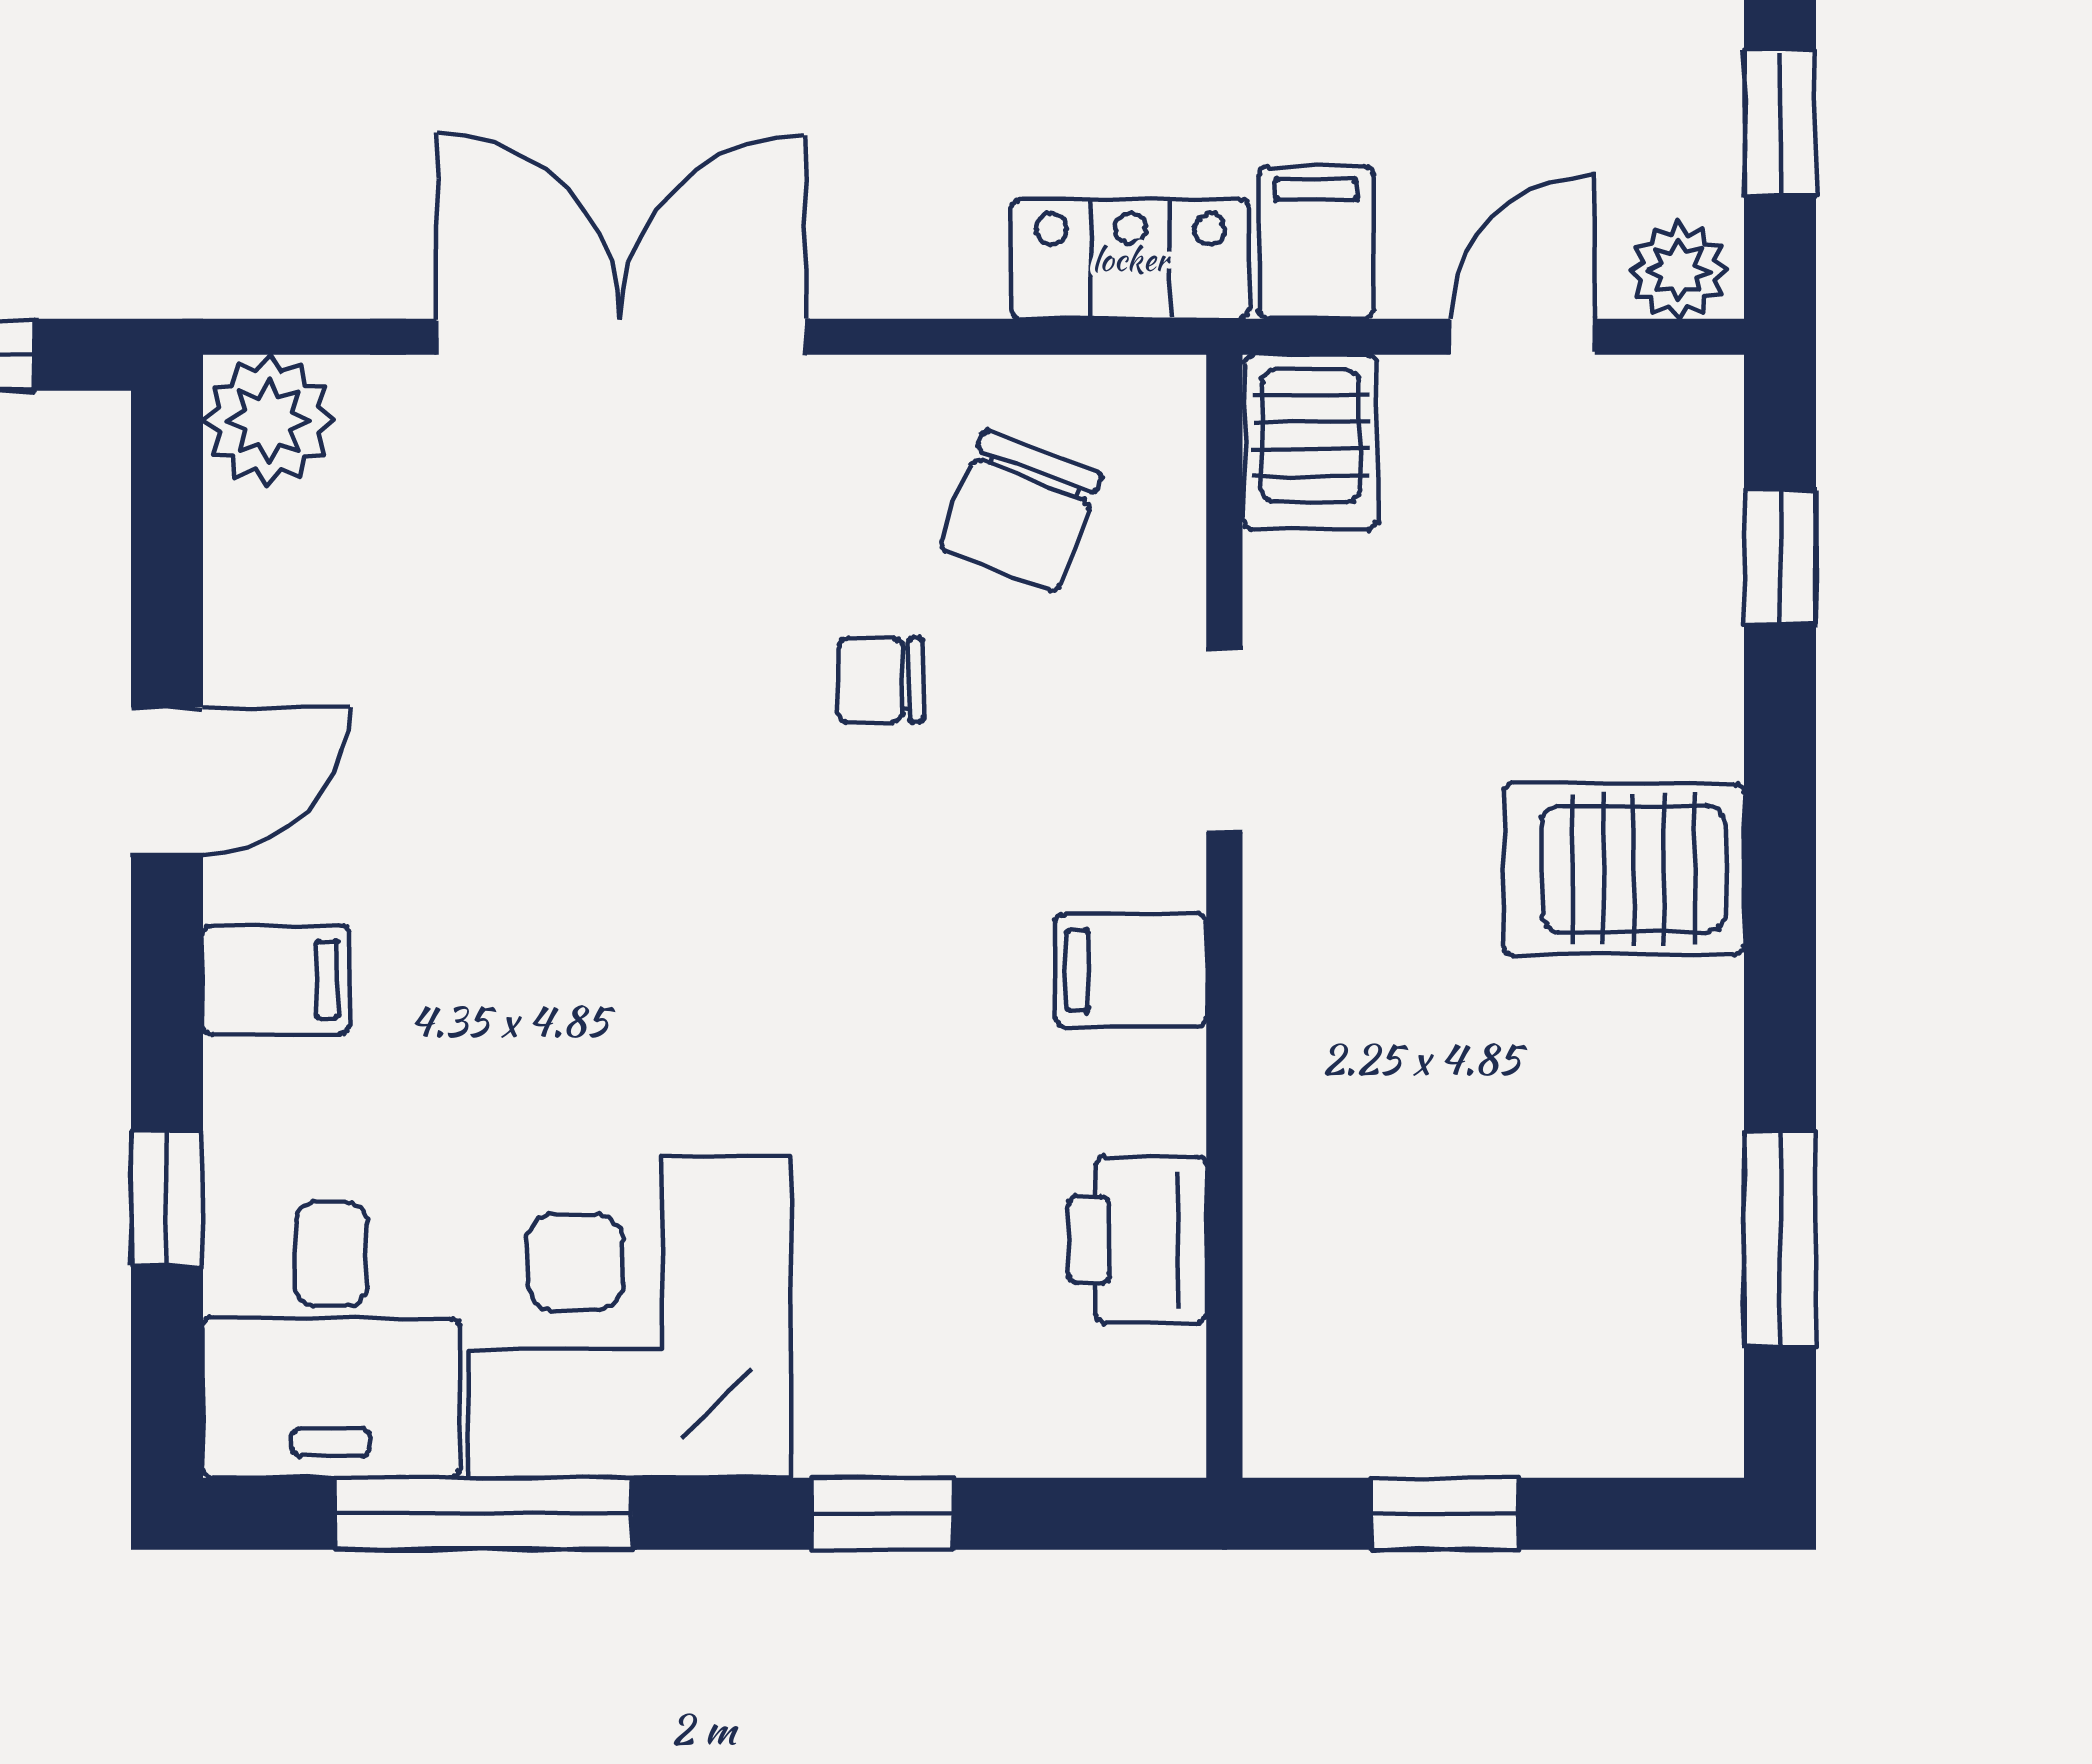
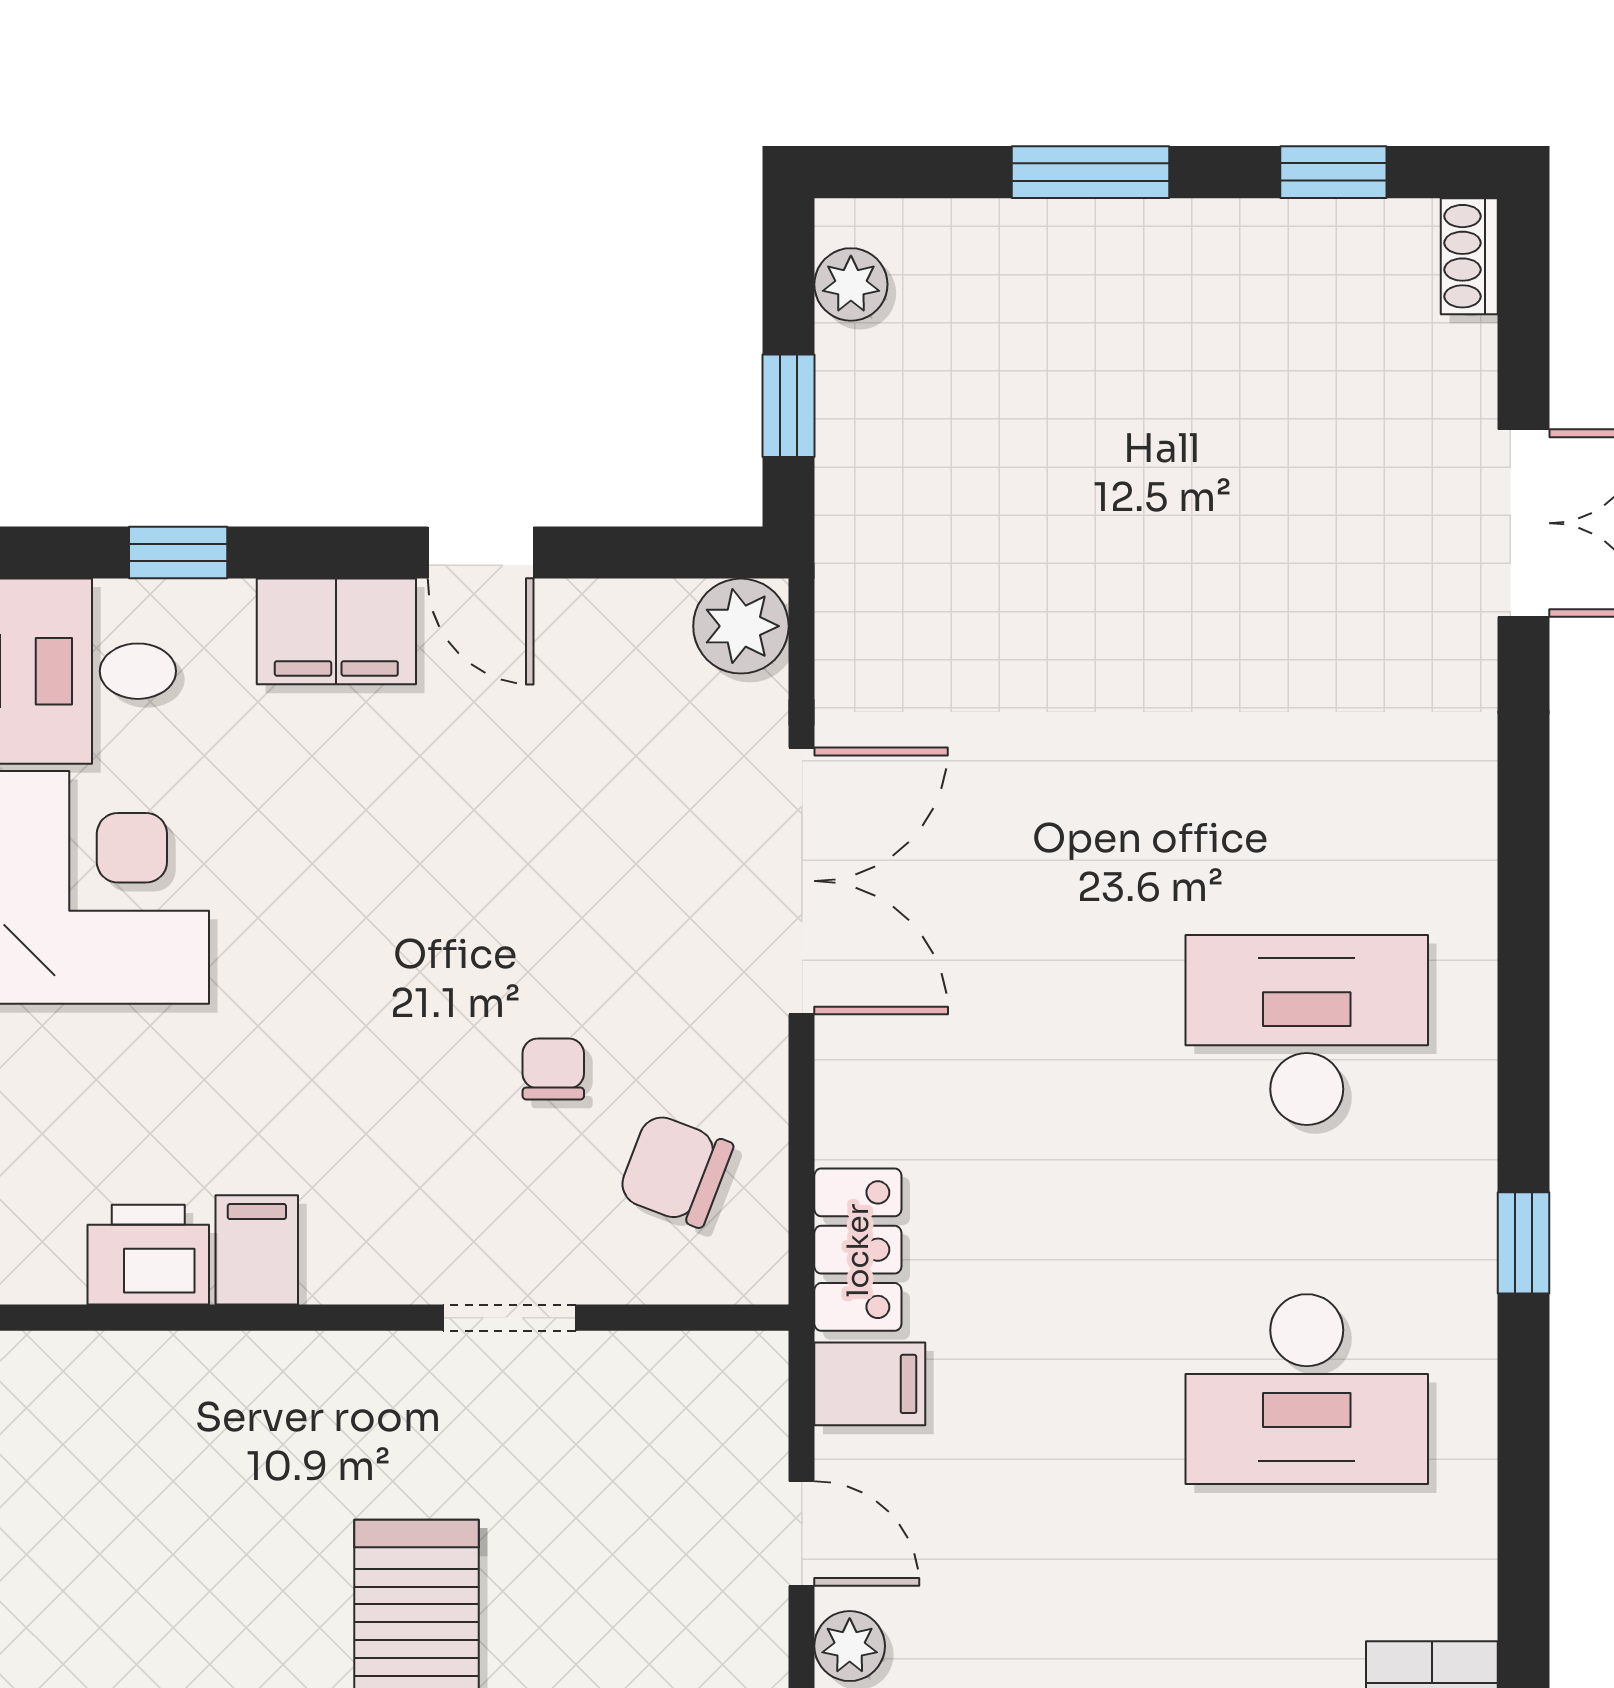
server rack: (1311, 443) -> (725, 1380), removed
filing cabinet: (1131, 970) -> (257, 1250), moved
filing cabinet: (276, 980) -> (336, 631), width x2.00

